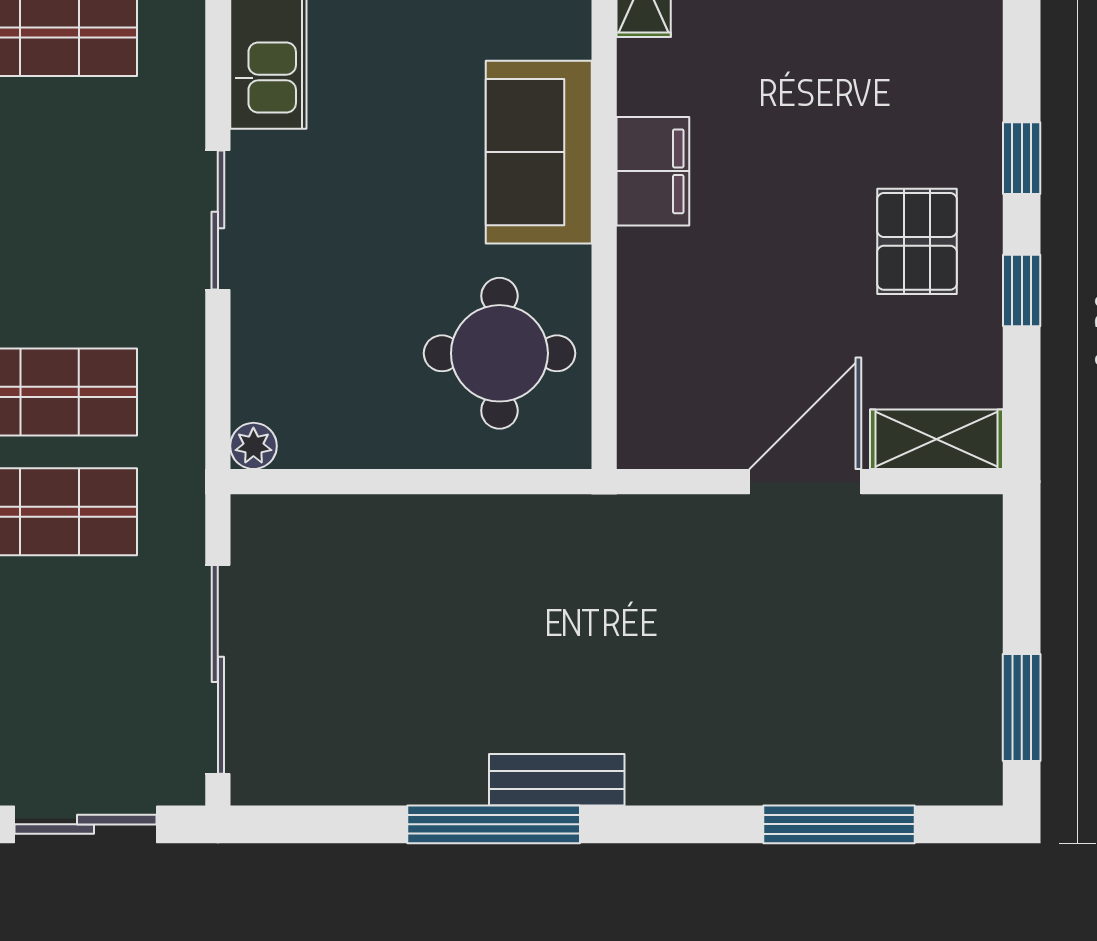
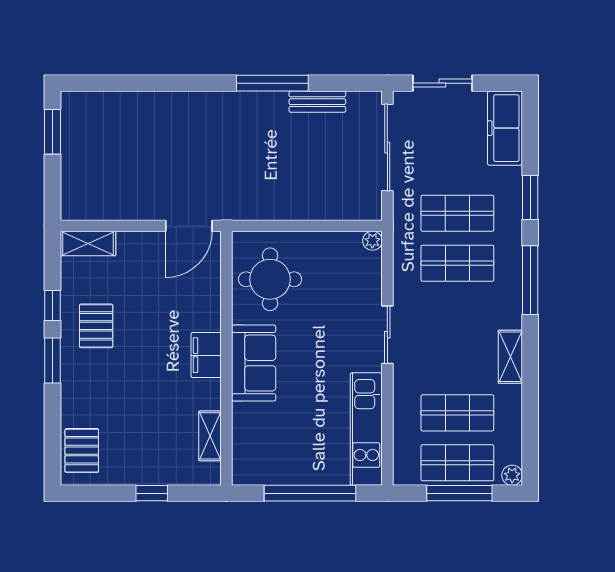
window: (1022, 158) -> (53, 361), width x1.50
door: (805, 482) -> (189, 226), moved
bench: (557, 780) -> (317, 102), moved
window: (839, 824) -> (129, 83), removed

